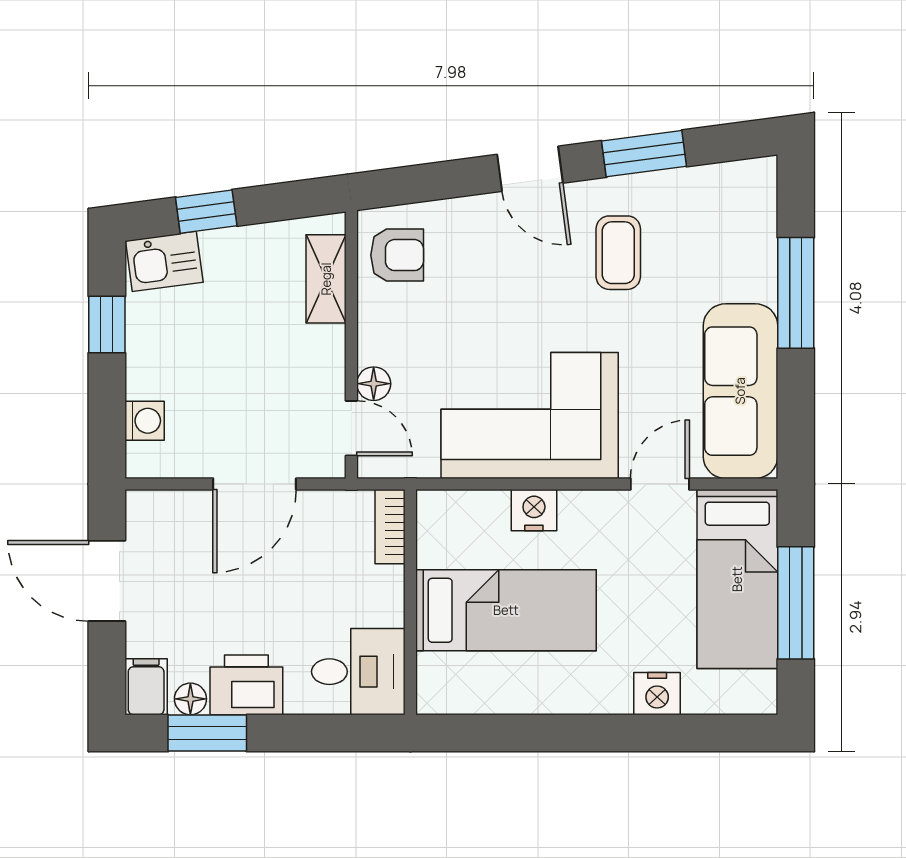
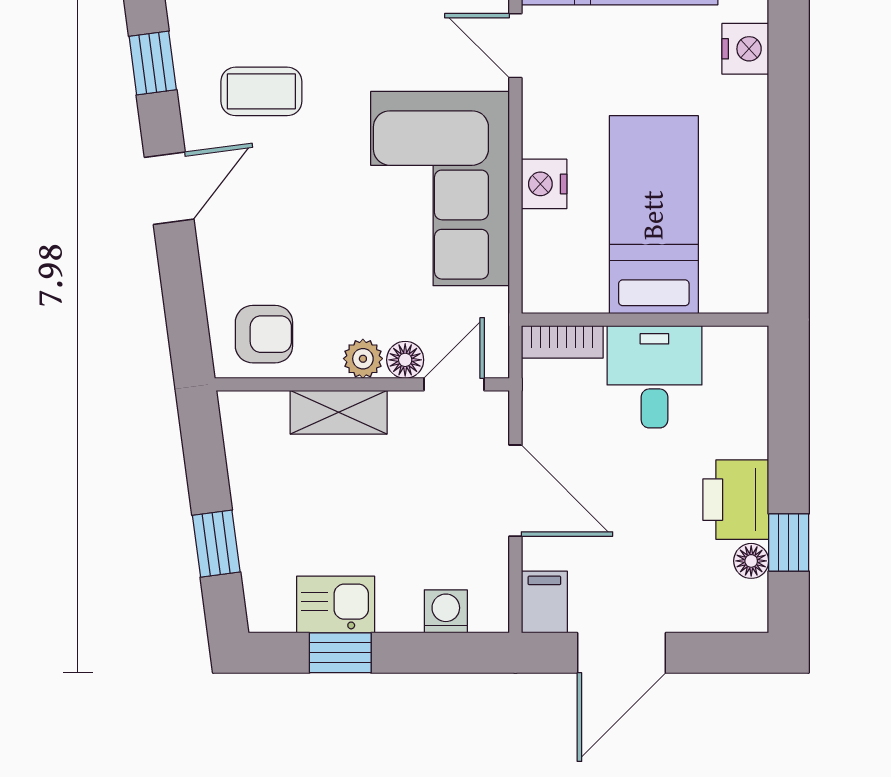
window: (644, 154) -> (153, 63), width x0.67
armchair: (397, 255) -> (264, 334), turned 90
kitchen sink: (164, 261) -> (336, 604), moved, turned -82
shelving: (326, 279) -> (339, 412), moved
plant: (375, 345) -> (363, 359), added
desk: (358, 672) -> (654, 377), moved
filing cabinet: (146, 687) -> (544, 602), moved, turned 90
window: (207, 733) -> (789, 542), width x0.67

